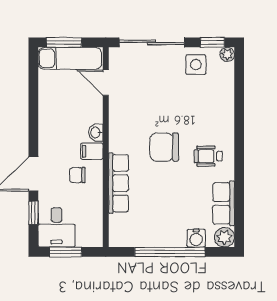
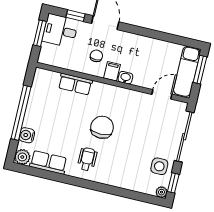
row of seats: (118, 183) -> (75, 84), width x0.68

